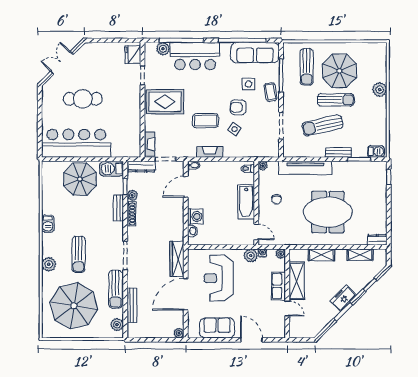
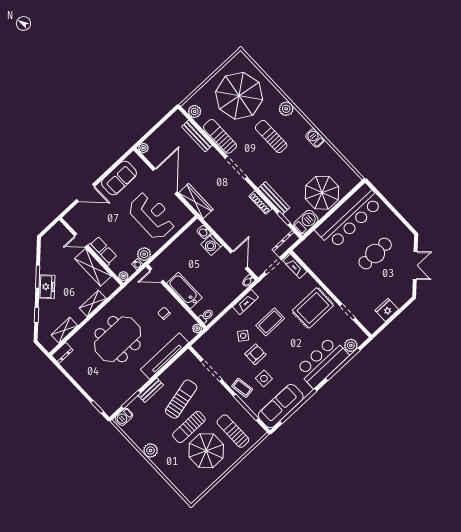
fridge: (133, 55) -> (387, 310), moved, turned -90
plant: (380, 90) -> (151, 450), moved
plant: (132, 195) -> (272, 217), removed
bench: (118, 208) -> (274, 198), width x1.36

